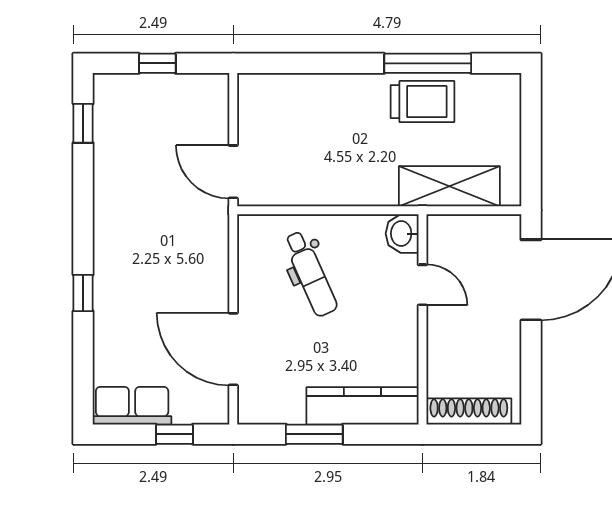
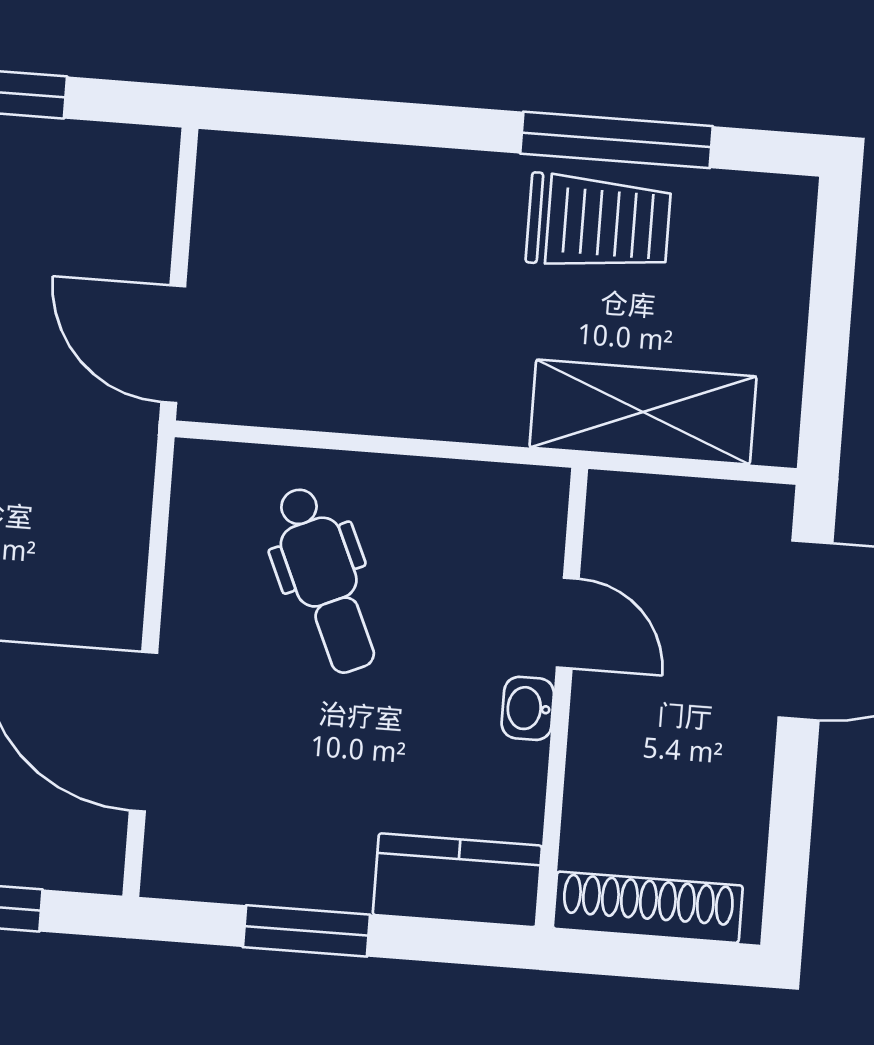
washbasin: (402, 234) -> (528, 708), moved, width x0.72, depth x0.69
kitchen counter: (363, 406) -> (457, 880), width x0.67

